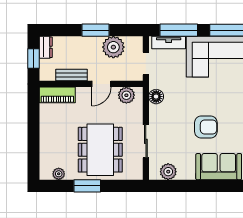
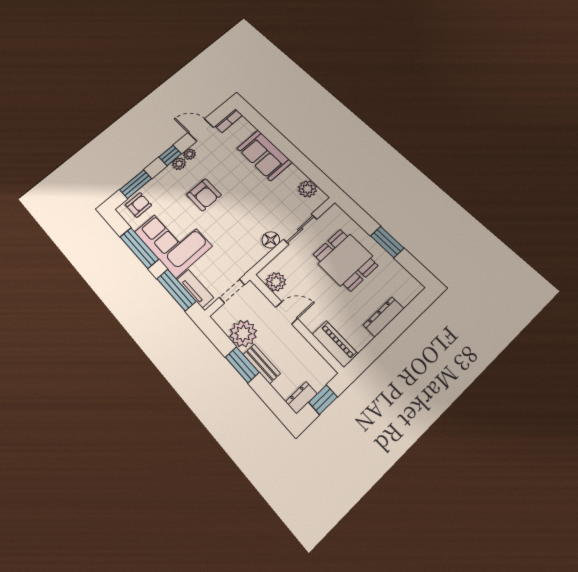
bench: (72, 75) -> (262, 364), moved
floor lamp: (156, 97) -> (271, 240), moved
armchair: (206, 127) -> (204, 195), moved, turned 180
dresser: (46, 138) -> (384, 317), added
dining table: (100, 150) -> (345, 260), width x0.73
plant: (59, 174) -> (403, 276), removed

